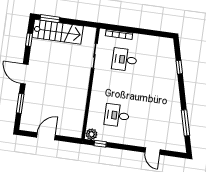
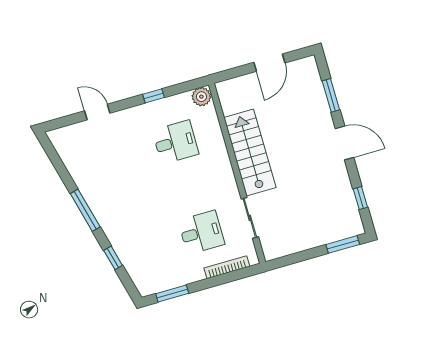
stairs: (58, 32) -> (250, 152), moved, turned 90
window: (155, 33) -> (172, 293), added
window: (186, 123) -> (85, 210), moved
window: (100, 144) -> (153, 96), moved

